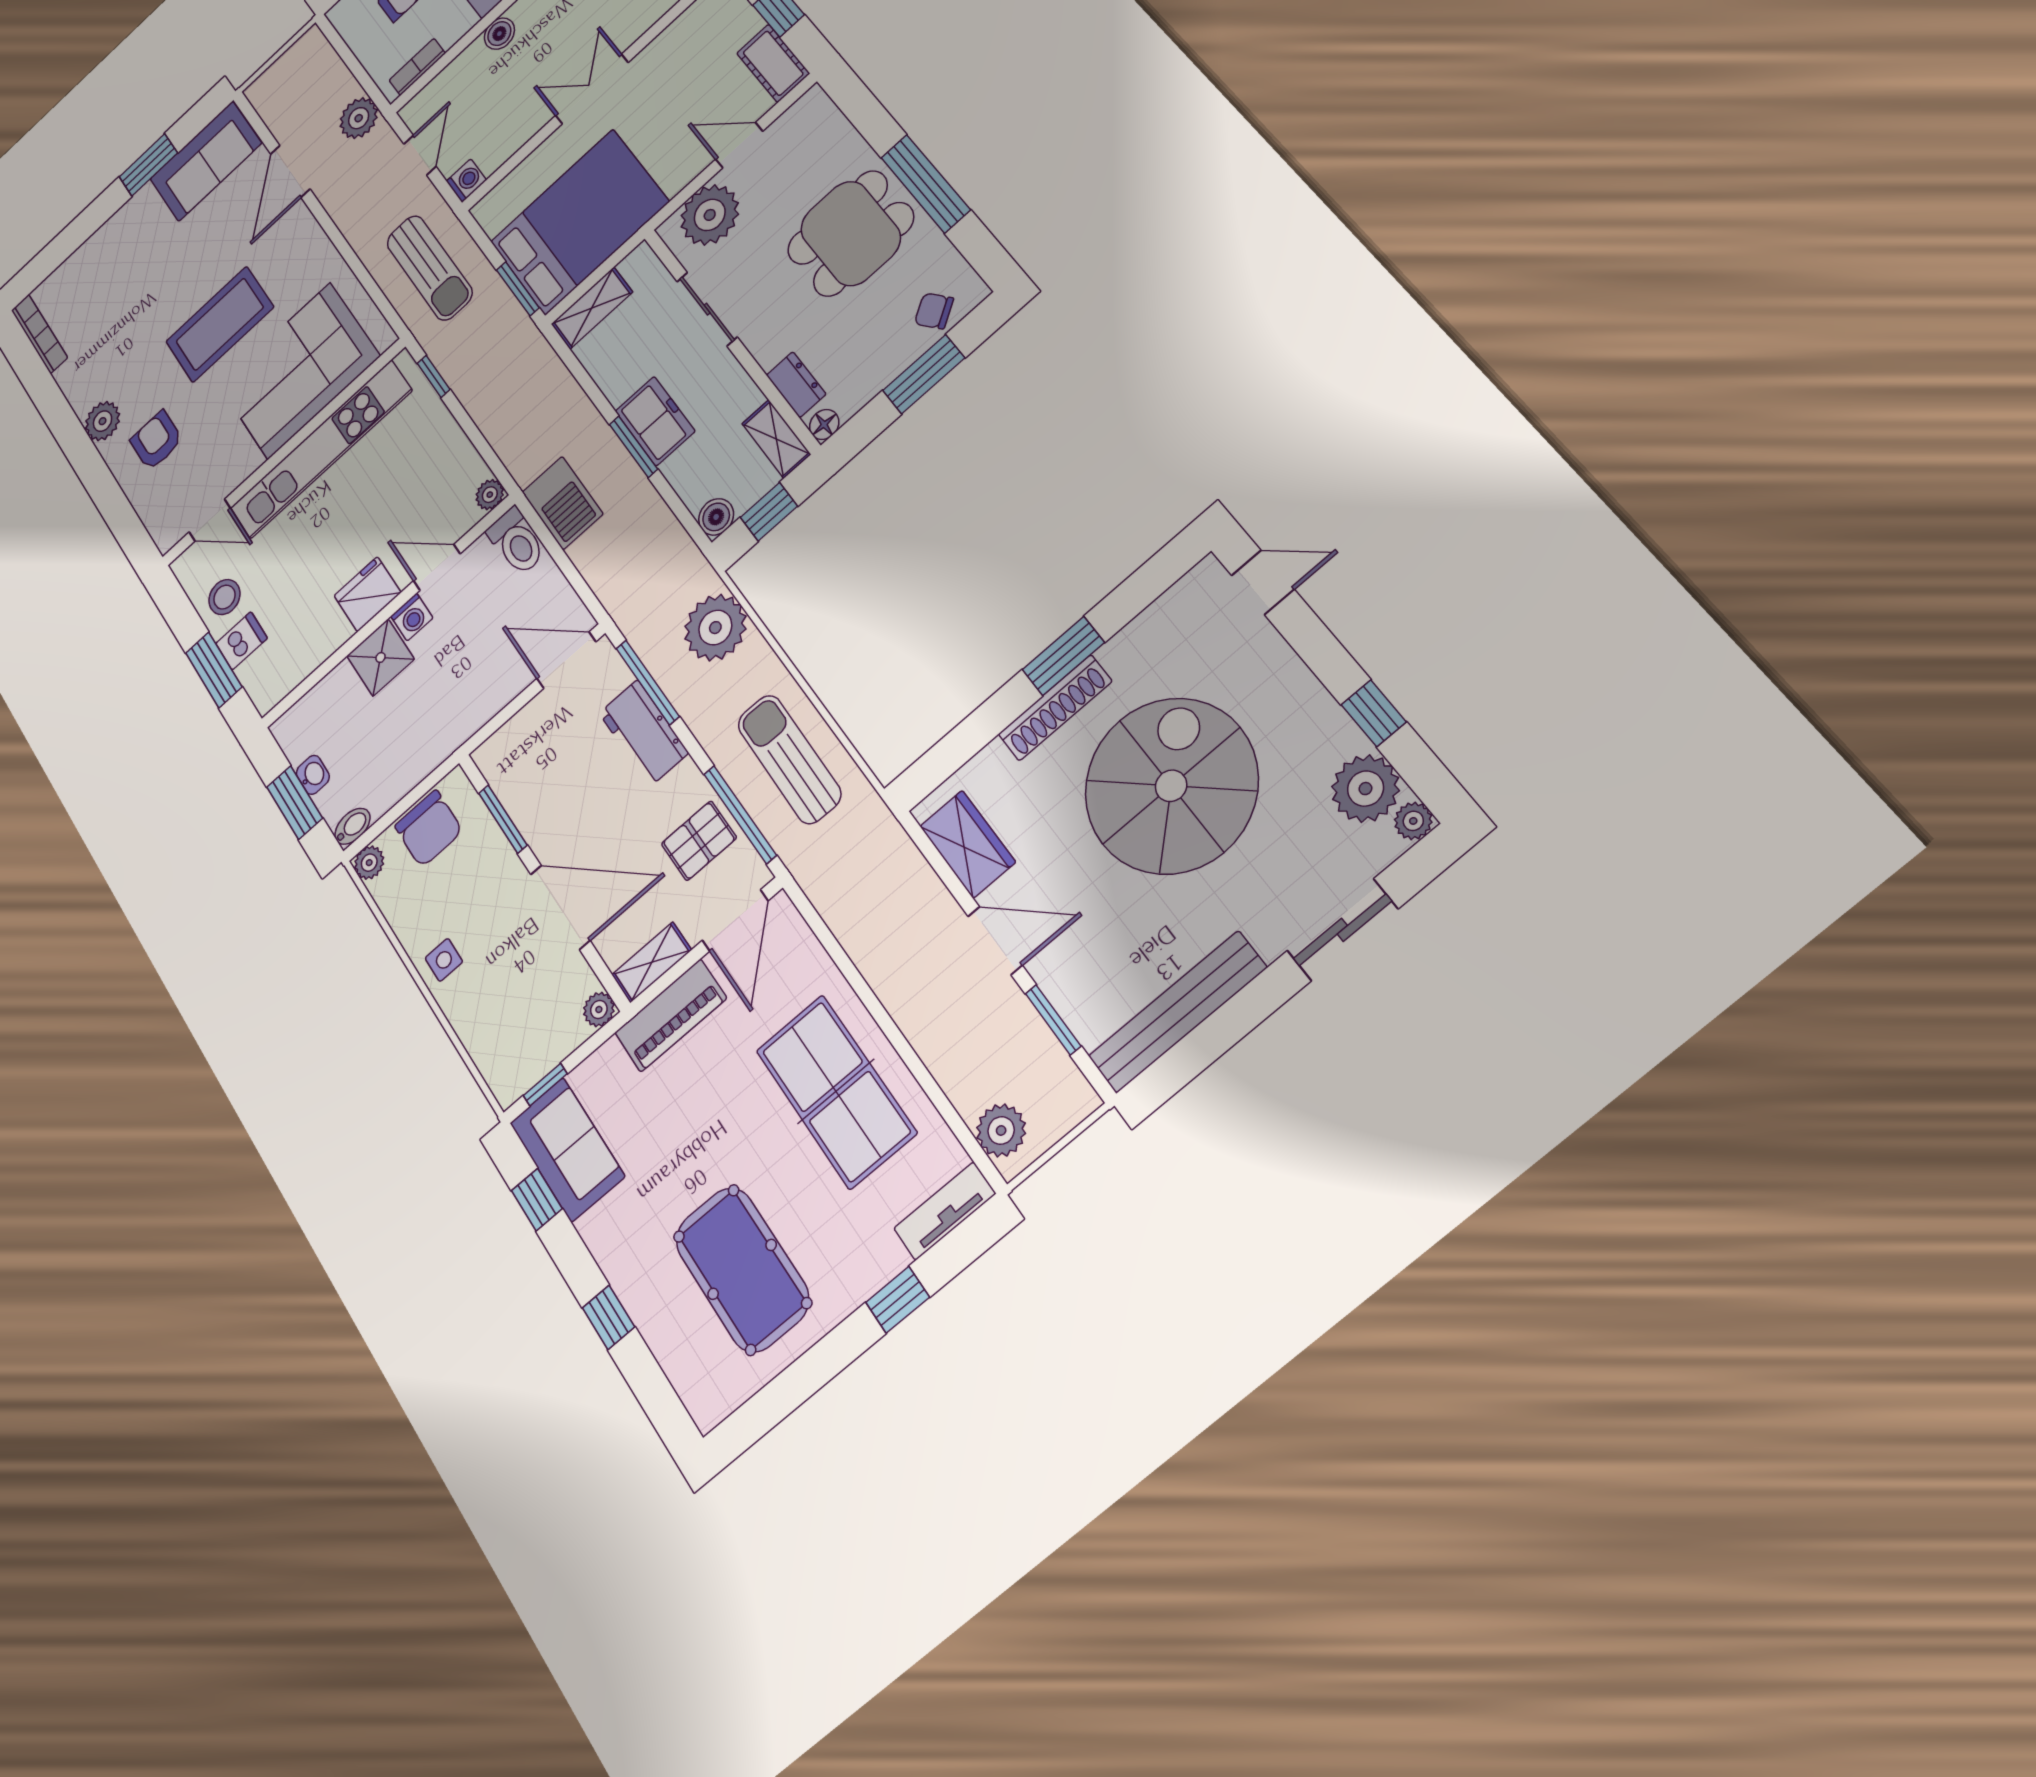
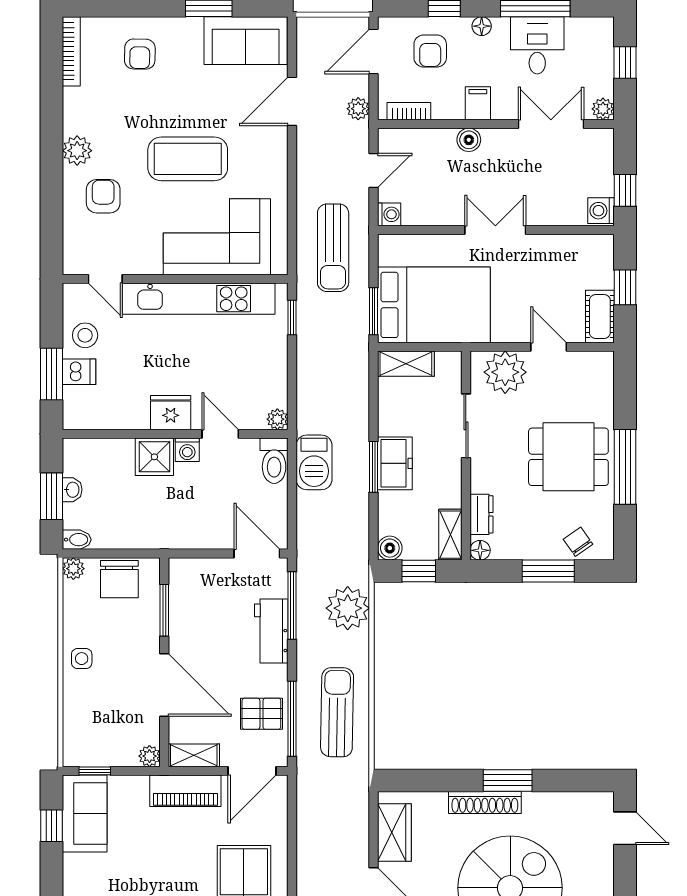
door: (342, 48) -> (374, 51), added
plant: (359, 118) -> (358, 109), width x0.73, depth x0.73
armchair: (108, 273) -> (140, 54), added

